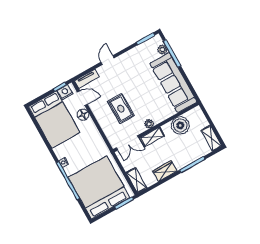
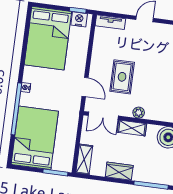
door: (82, 98) -> (85, 87), moved
floor lamp: (83, 115) -> (80, 55), removed
bed: (99, 188) -> (35, 138), width x0.73

